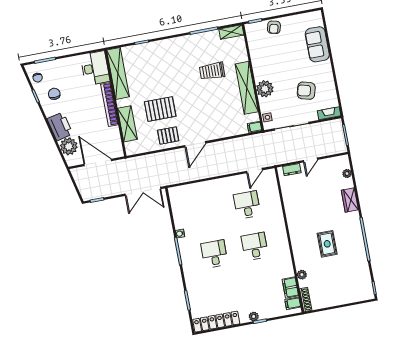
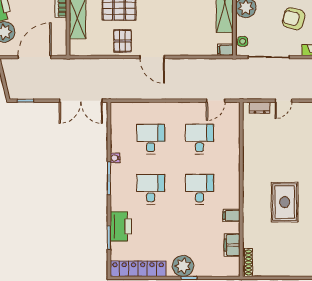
pallet: (168, 136) -> (123, 41), turned 90
door: (195, 144) -> (152, 57), hinge flipped
door: (98, 163) -> (35, 57), hinge flipped
desk: (207, 212) -> (151, 139), added
rug: (327, 244) -> (285, 202), width x1.36, depth x1.43
plant: (302, 275) -> (248, 233), removed
printer: (195, 289) -> (121, 226), added
filing cabinet: (293, 303) -> (231, 216), moved
plant: (254, 316) -> (183, 266), width x1.88, depth x1.88

